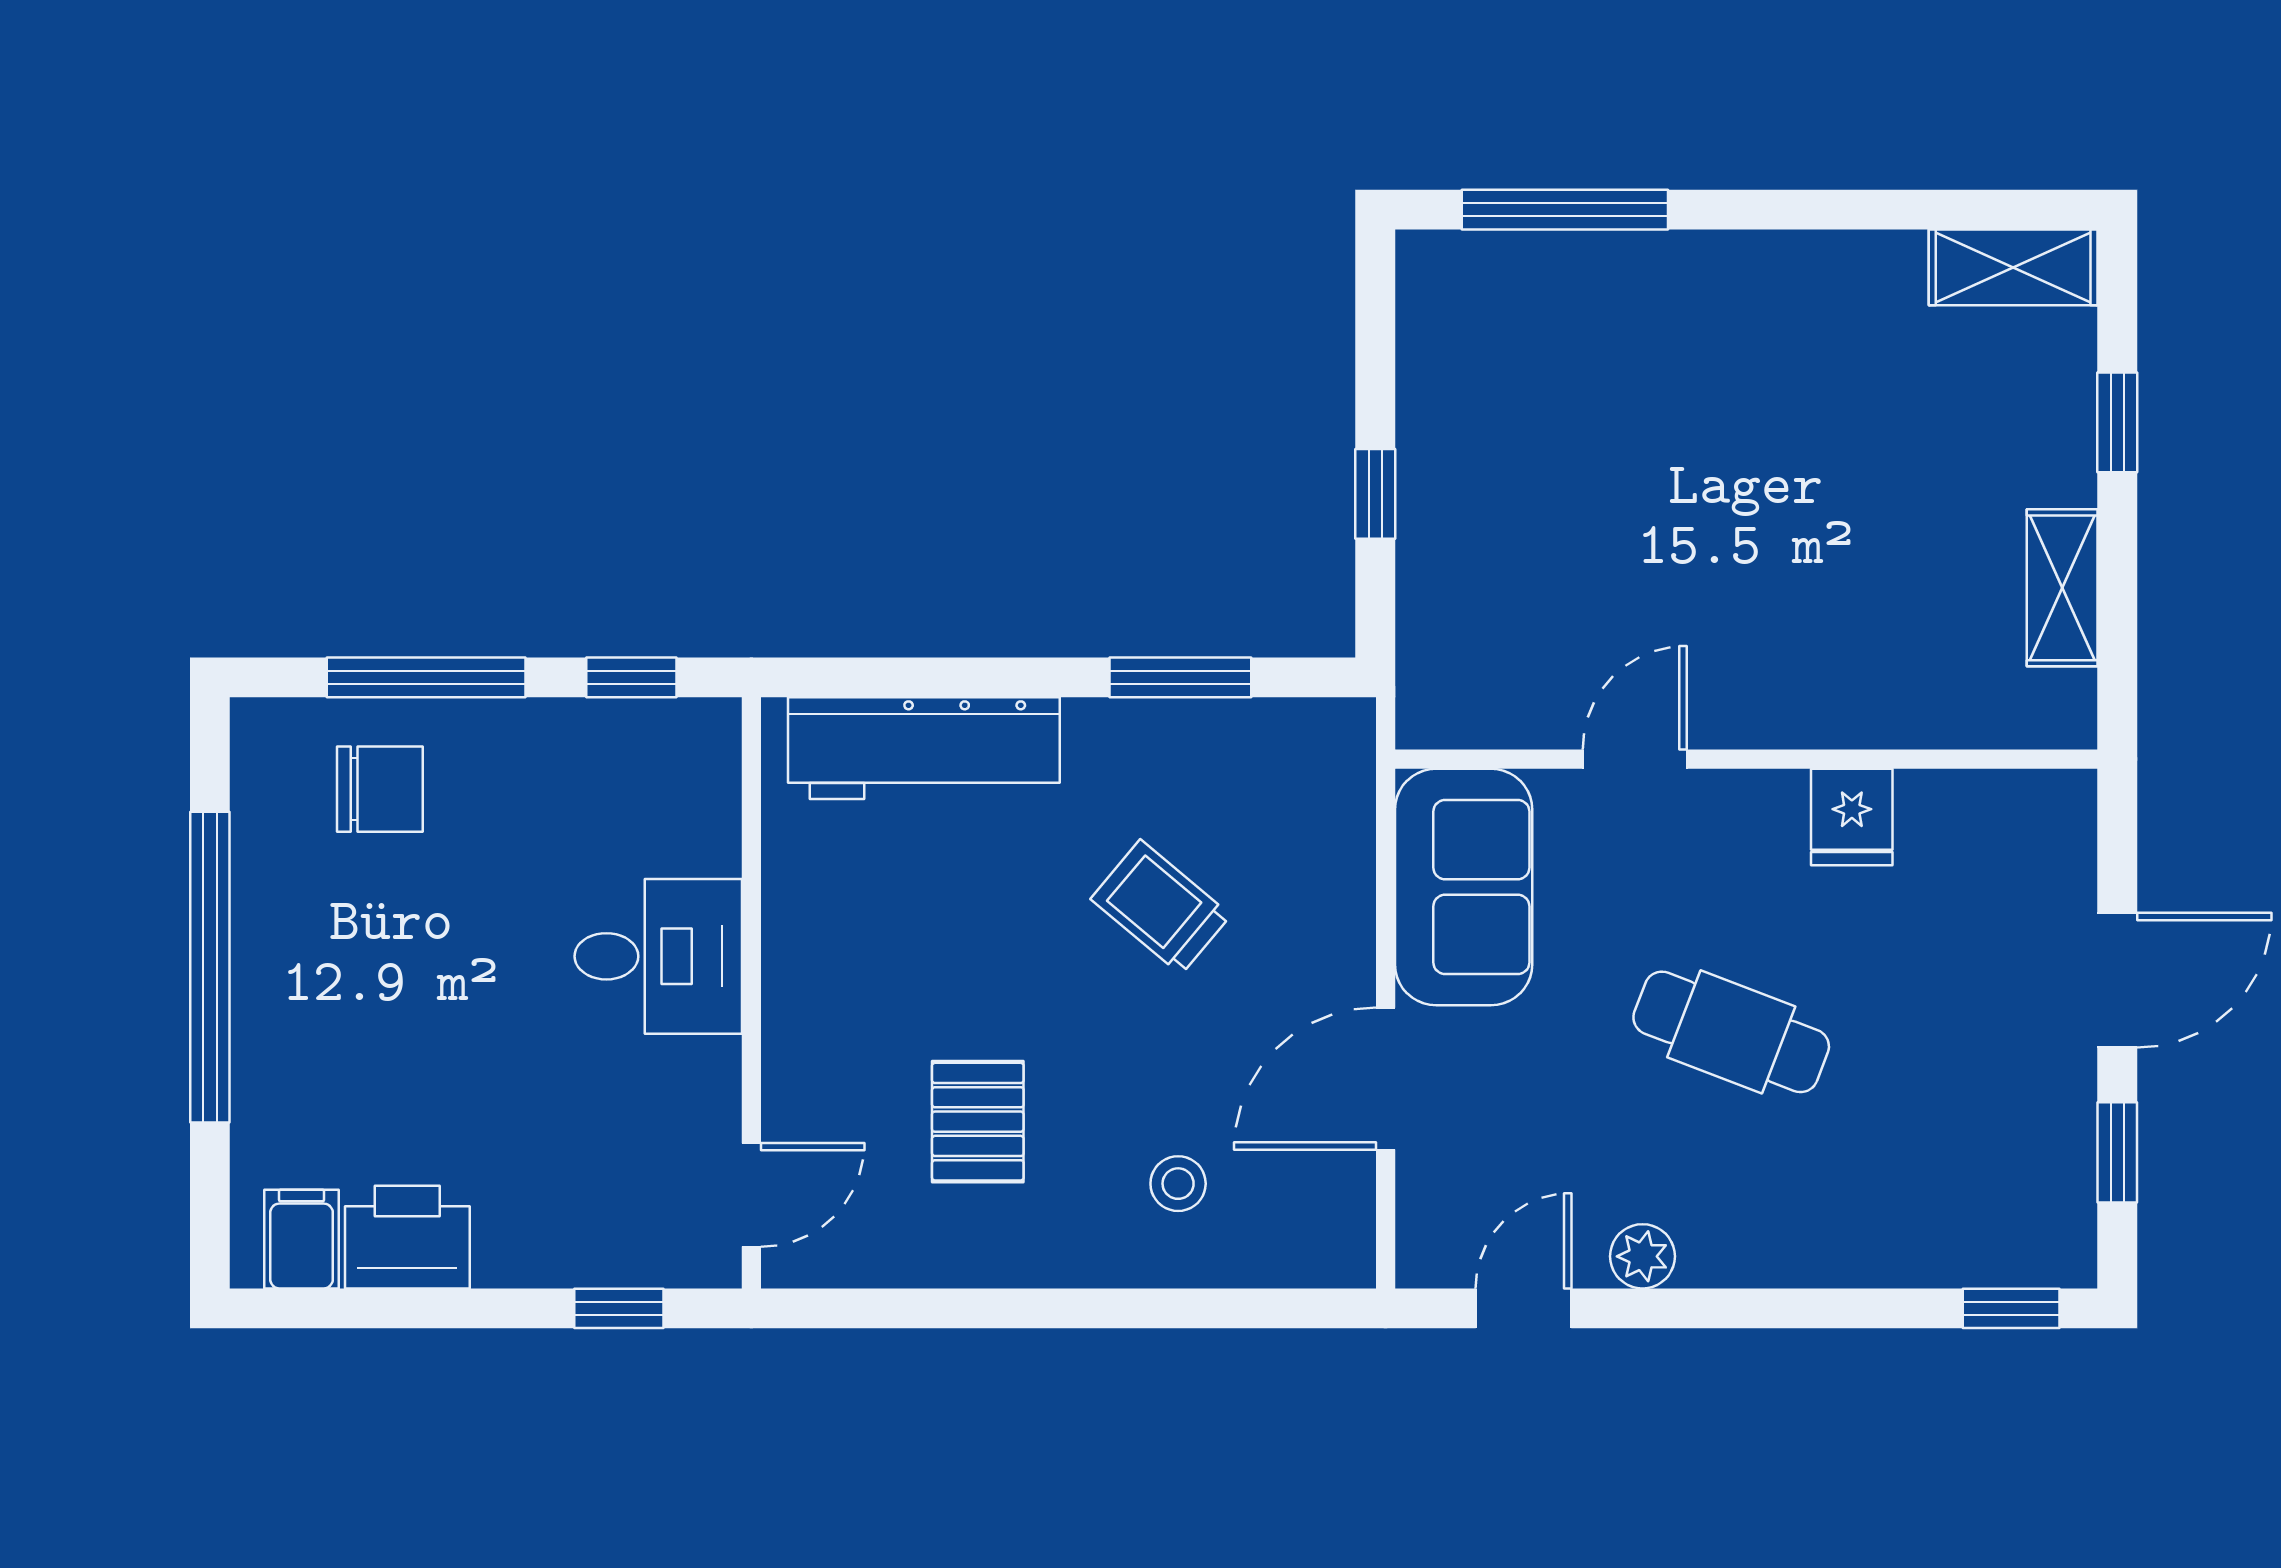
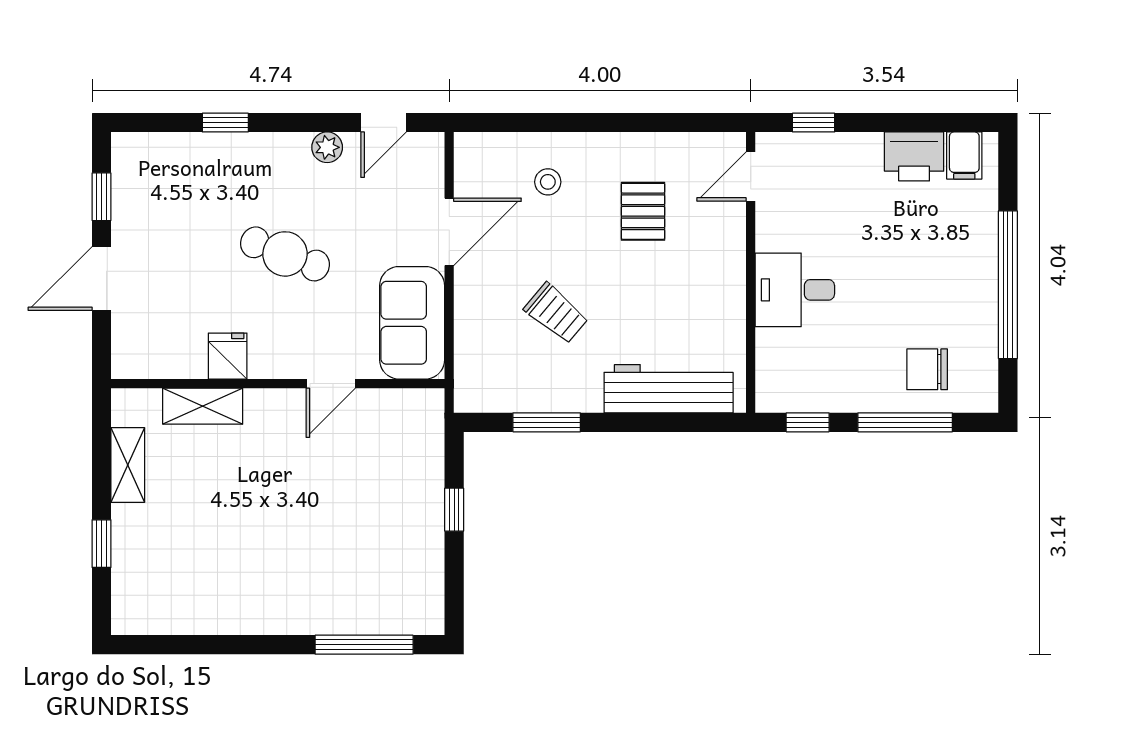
shelving: (2013, 267) -> (203, 406), moved
window: (2011, 1308) -> (225, 123), moved

